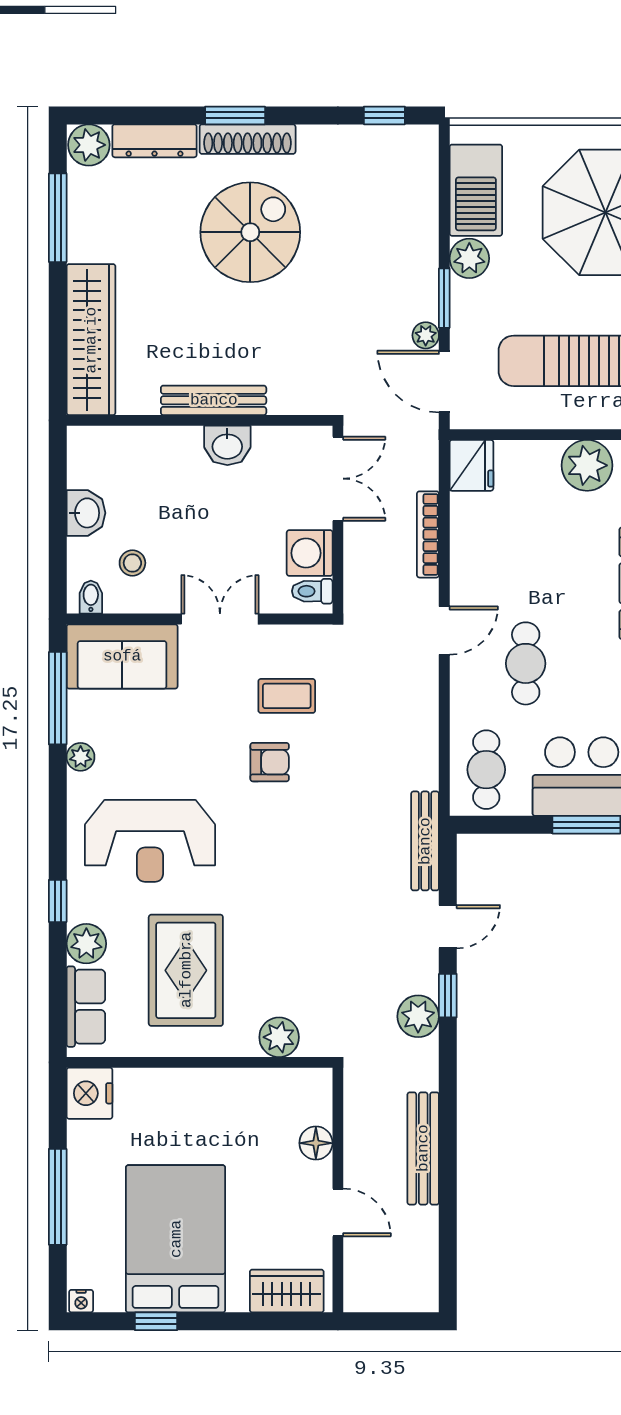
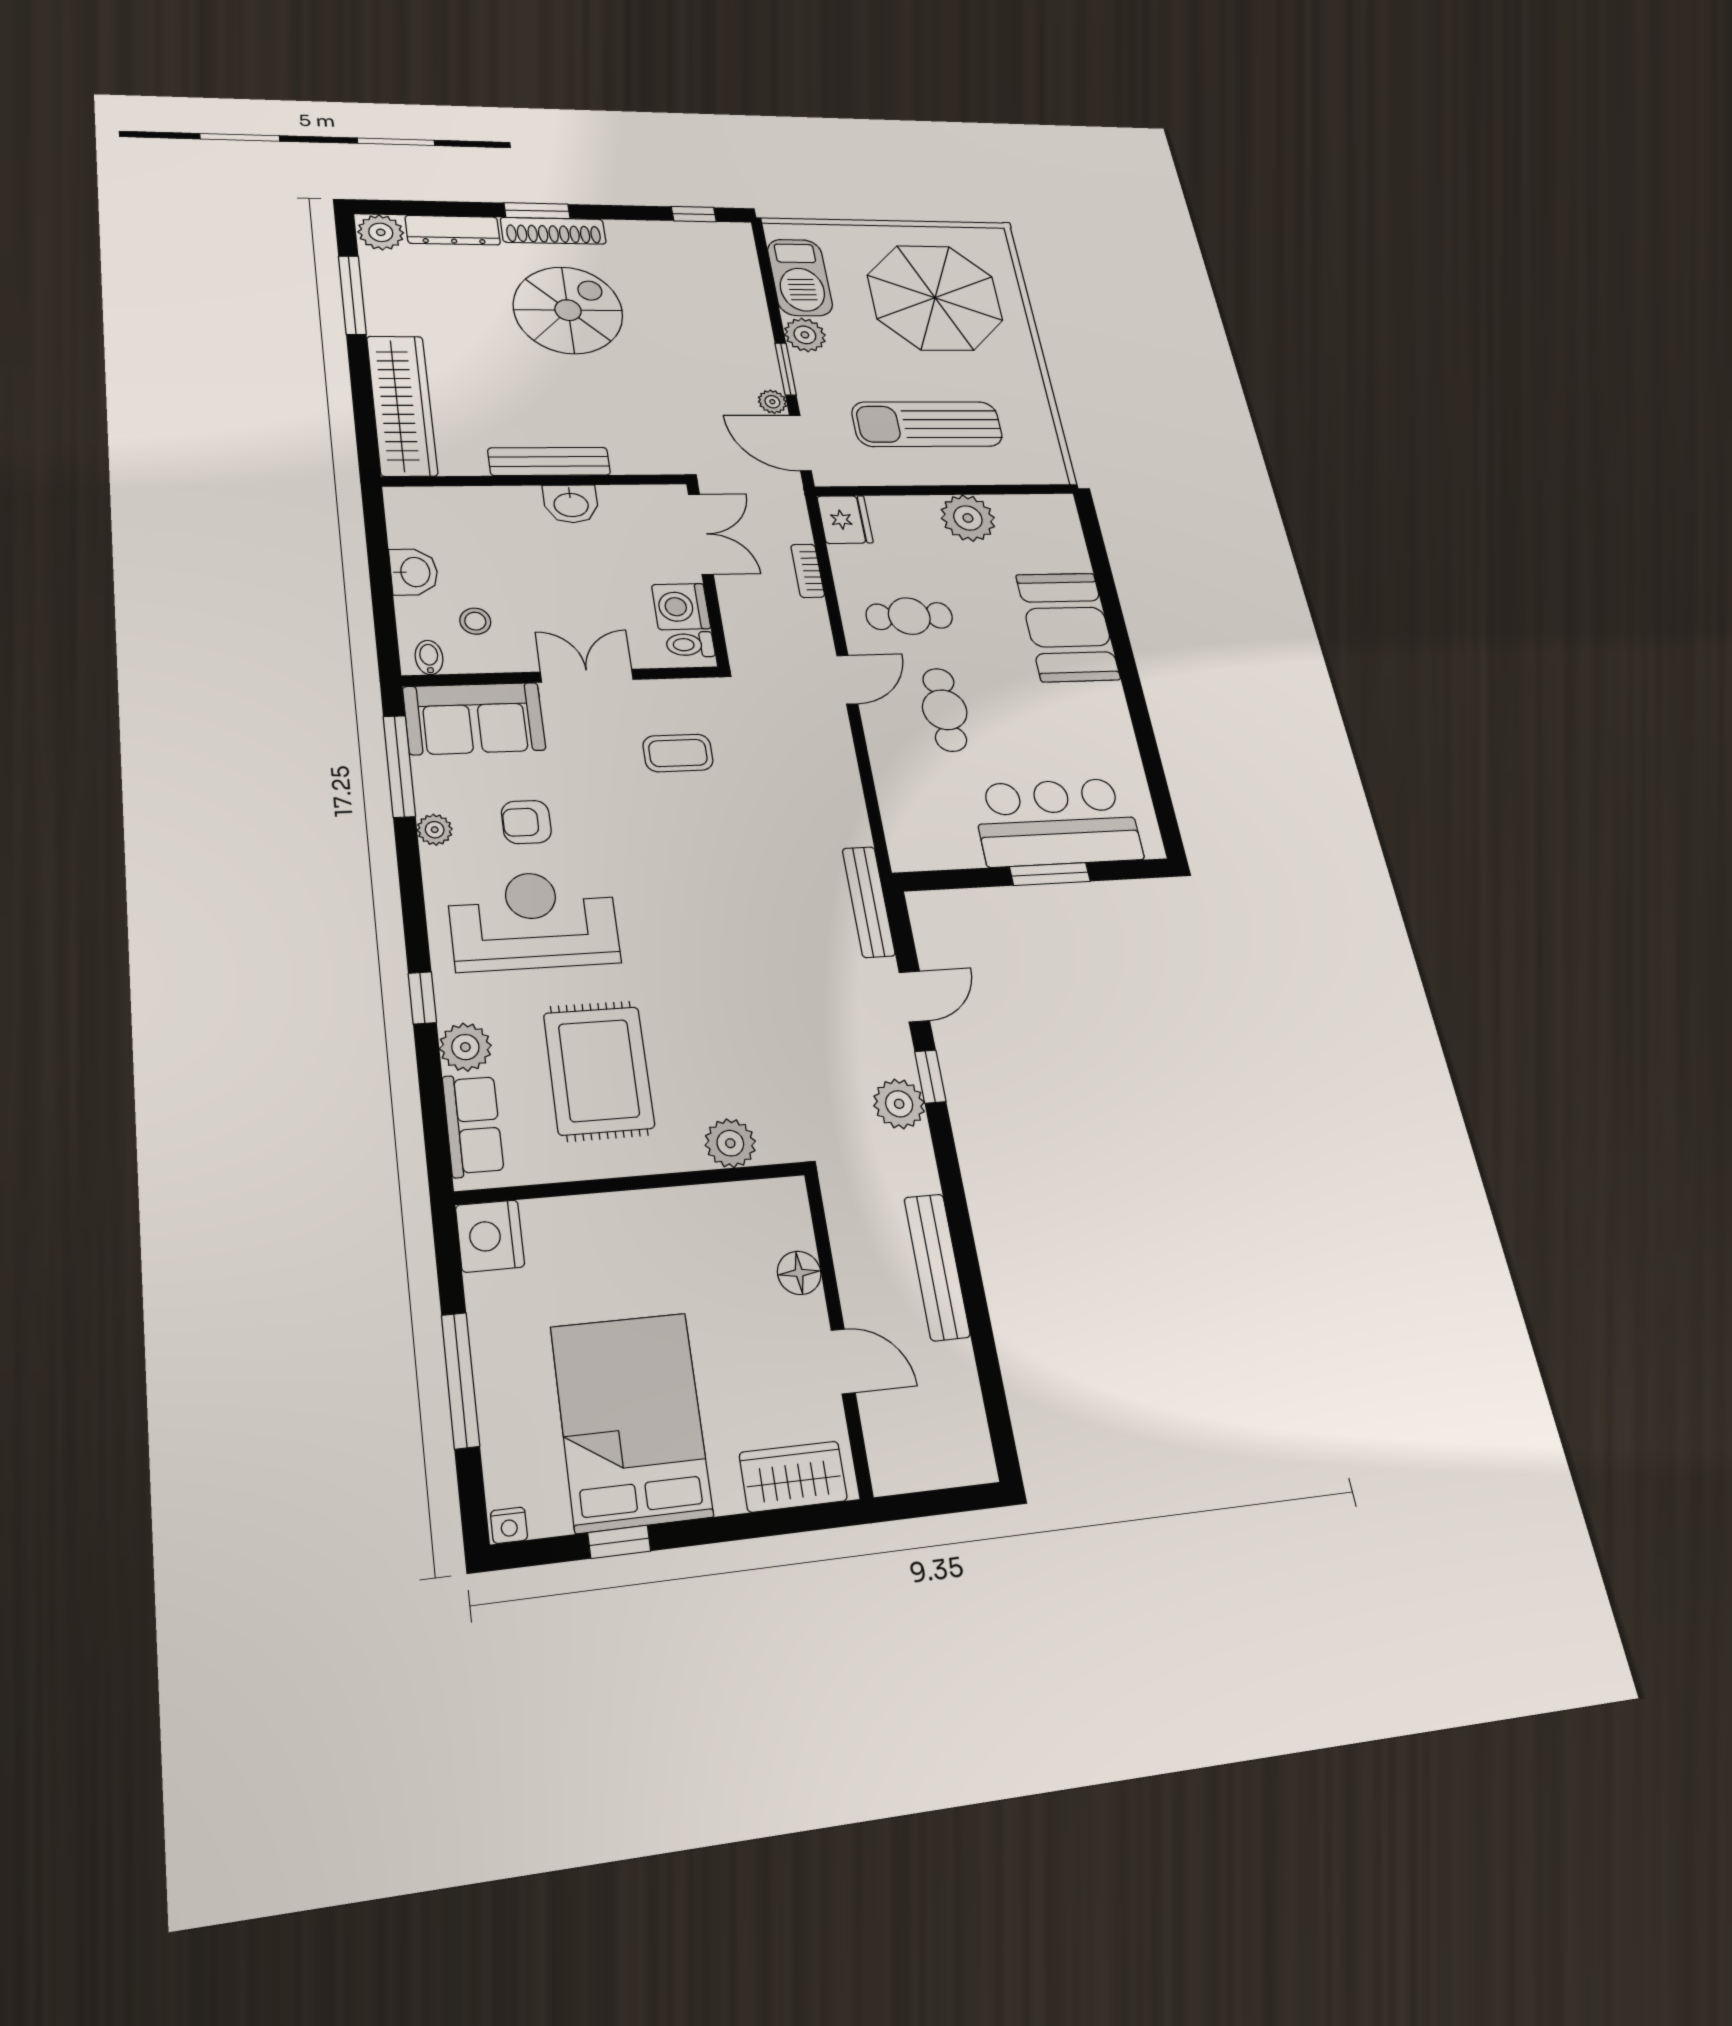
bookcase: (428, 534) -> (808, 571), width x0.64
armchair: (270, 762) -> (526, 822), moved, turned 180
cafe table: (486, 770) -> (909, 616), moved, turned 90
reception desk: (150, 841) -> (533, 920), turned 180

